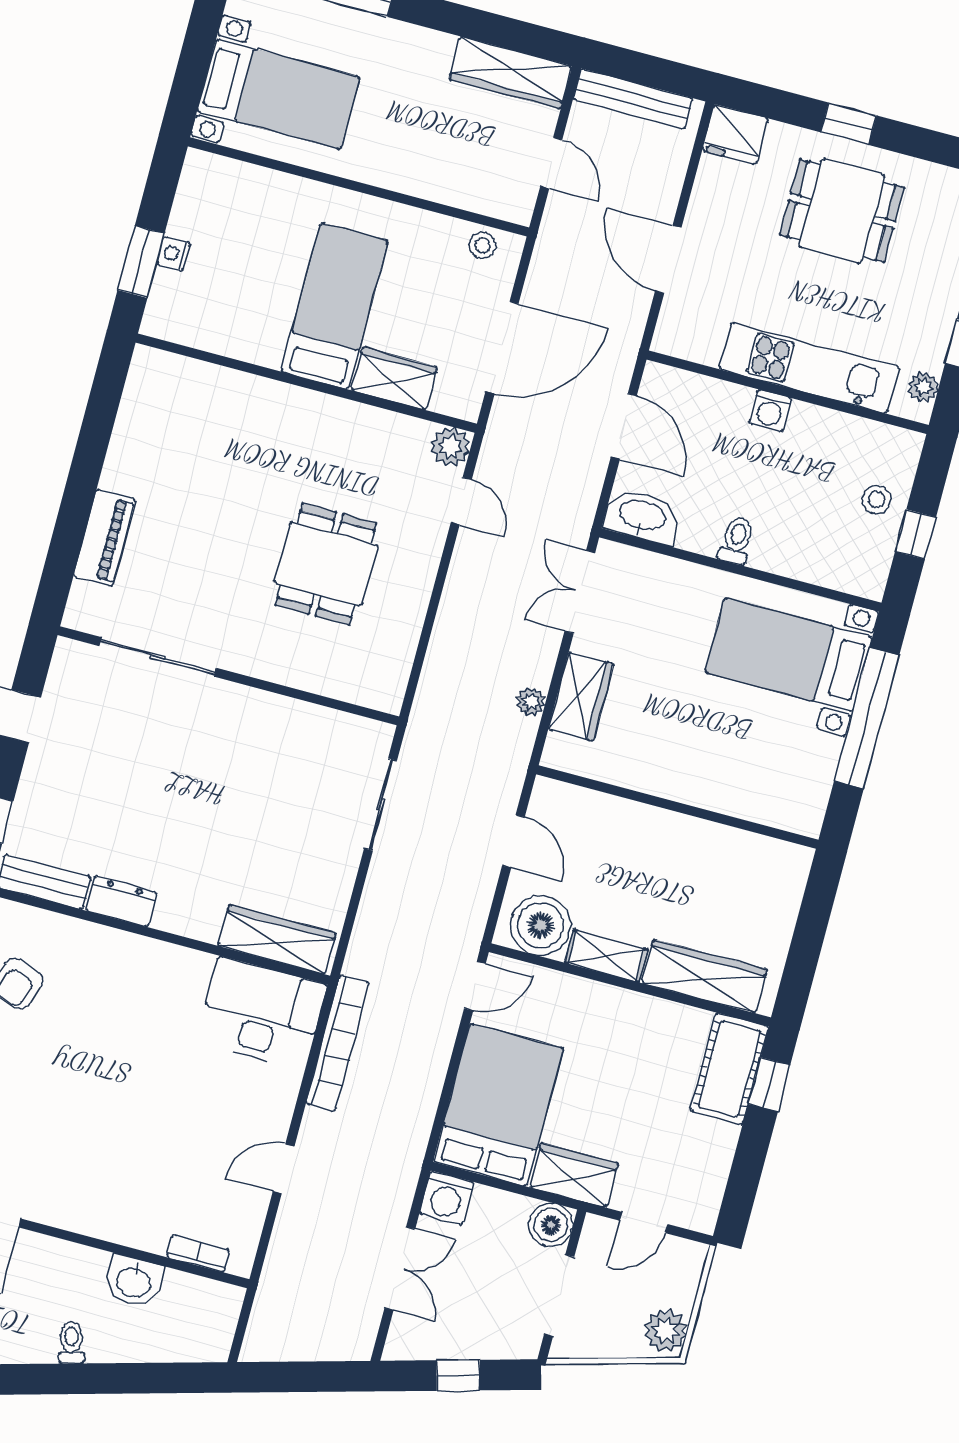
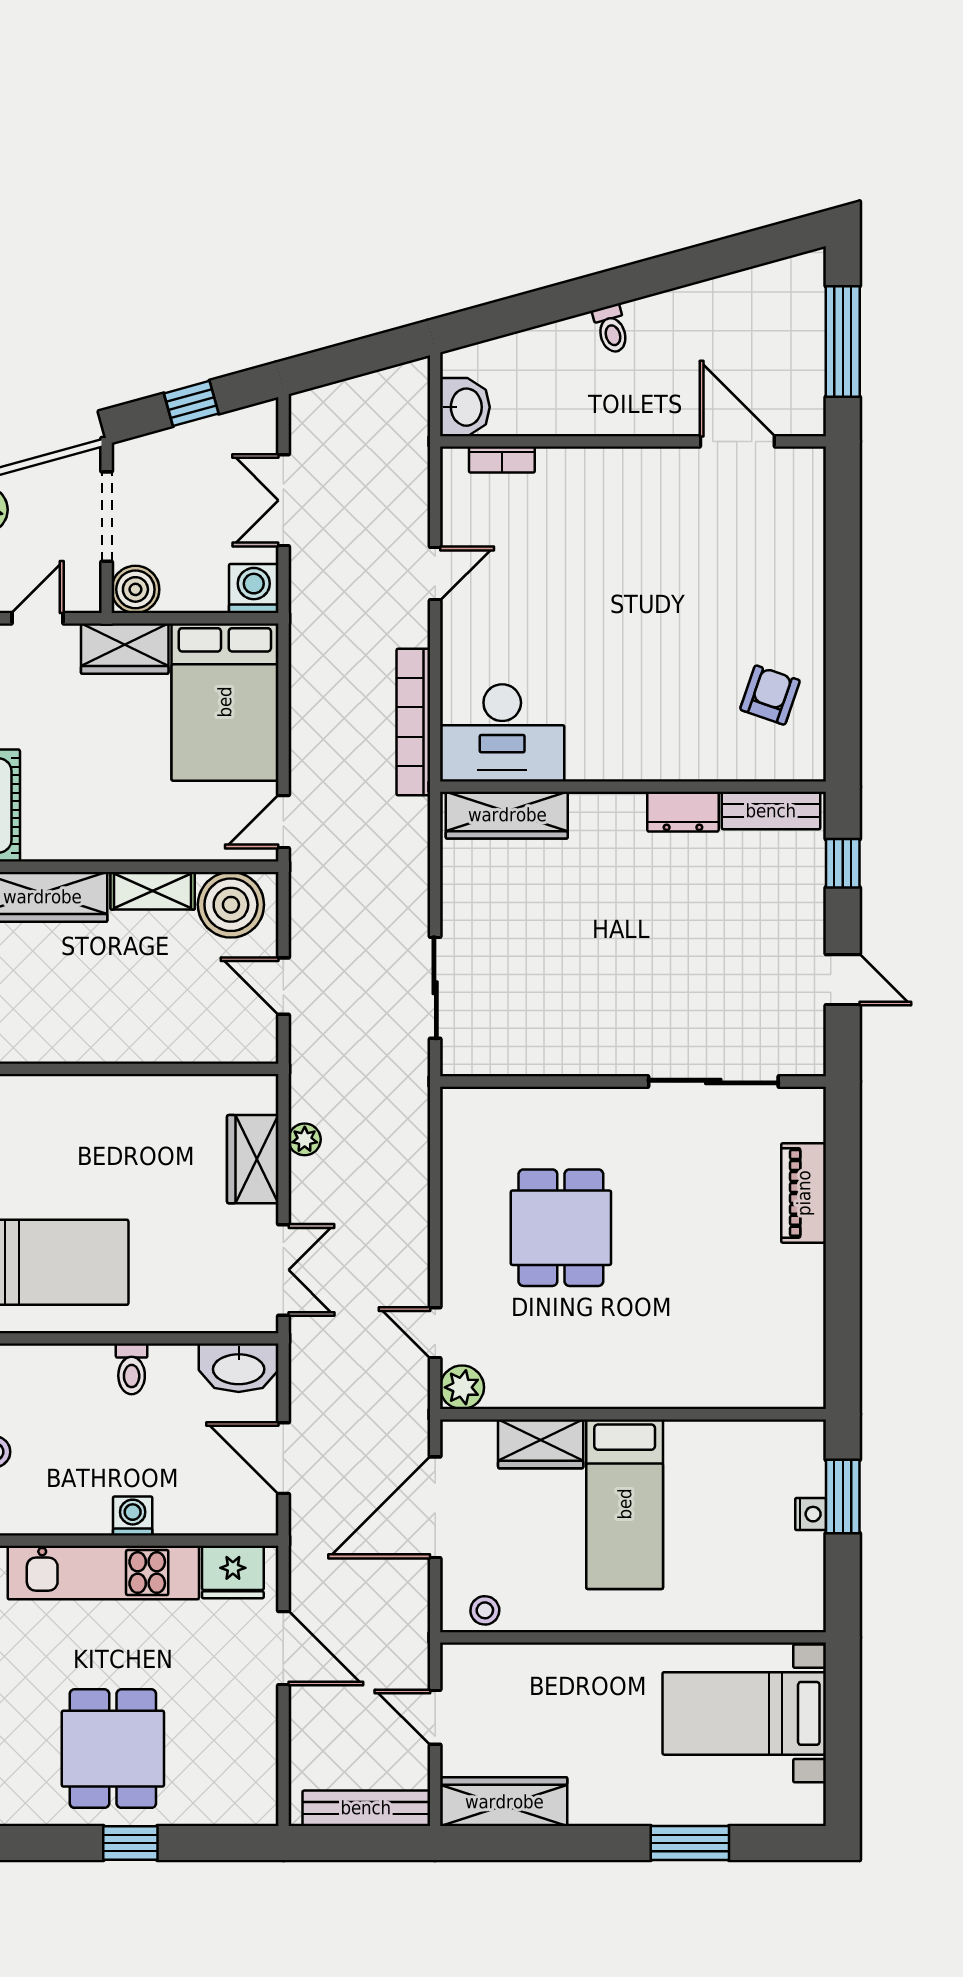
fridge: (735, 134) -> (233, 1572), moved, turned 180
dining table: (842, 211) -> (113, 1749), turned 90
washbasin: (134, 1281) -> (465, 407), moved, turned 90

